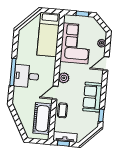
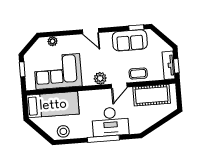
stool: (25, 39) -> (63, 131), added
door: (106, 63) -> (91, 31), moved
desk: (26, 76) -> (110, 122), width x1.37
door: (55, 93) -> (119, 86), hinge flipped
sofa: (92, 97) -> (130, 40), moved

